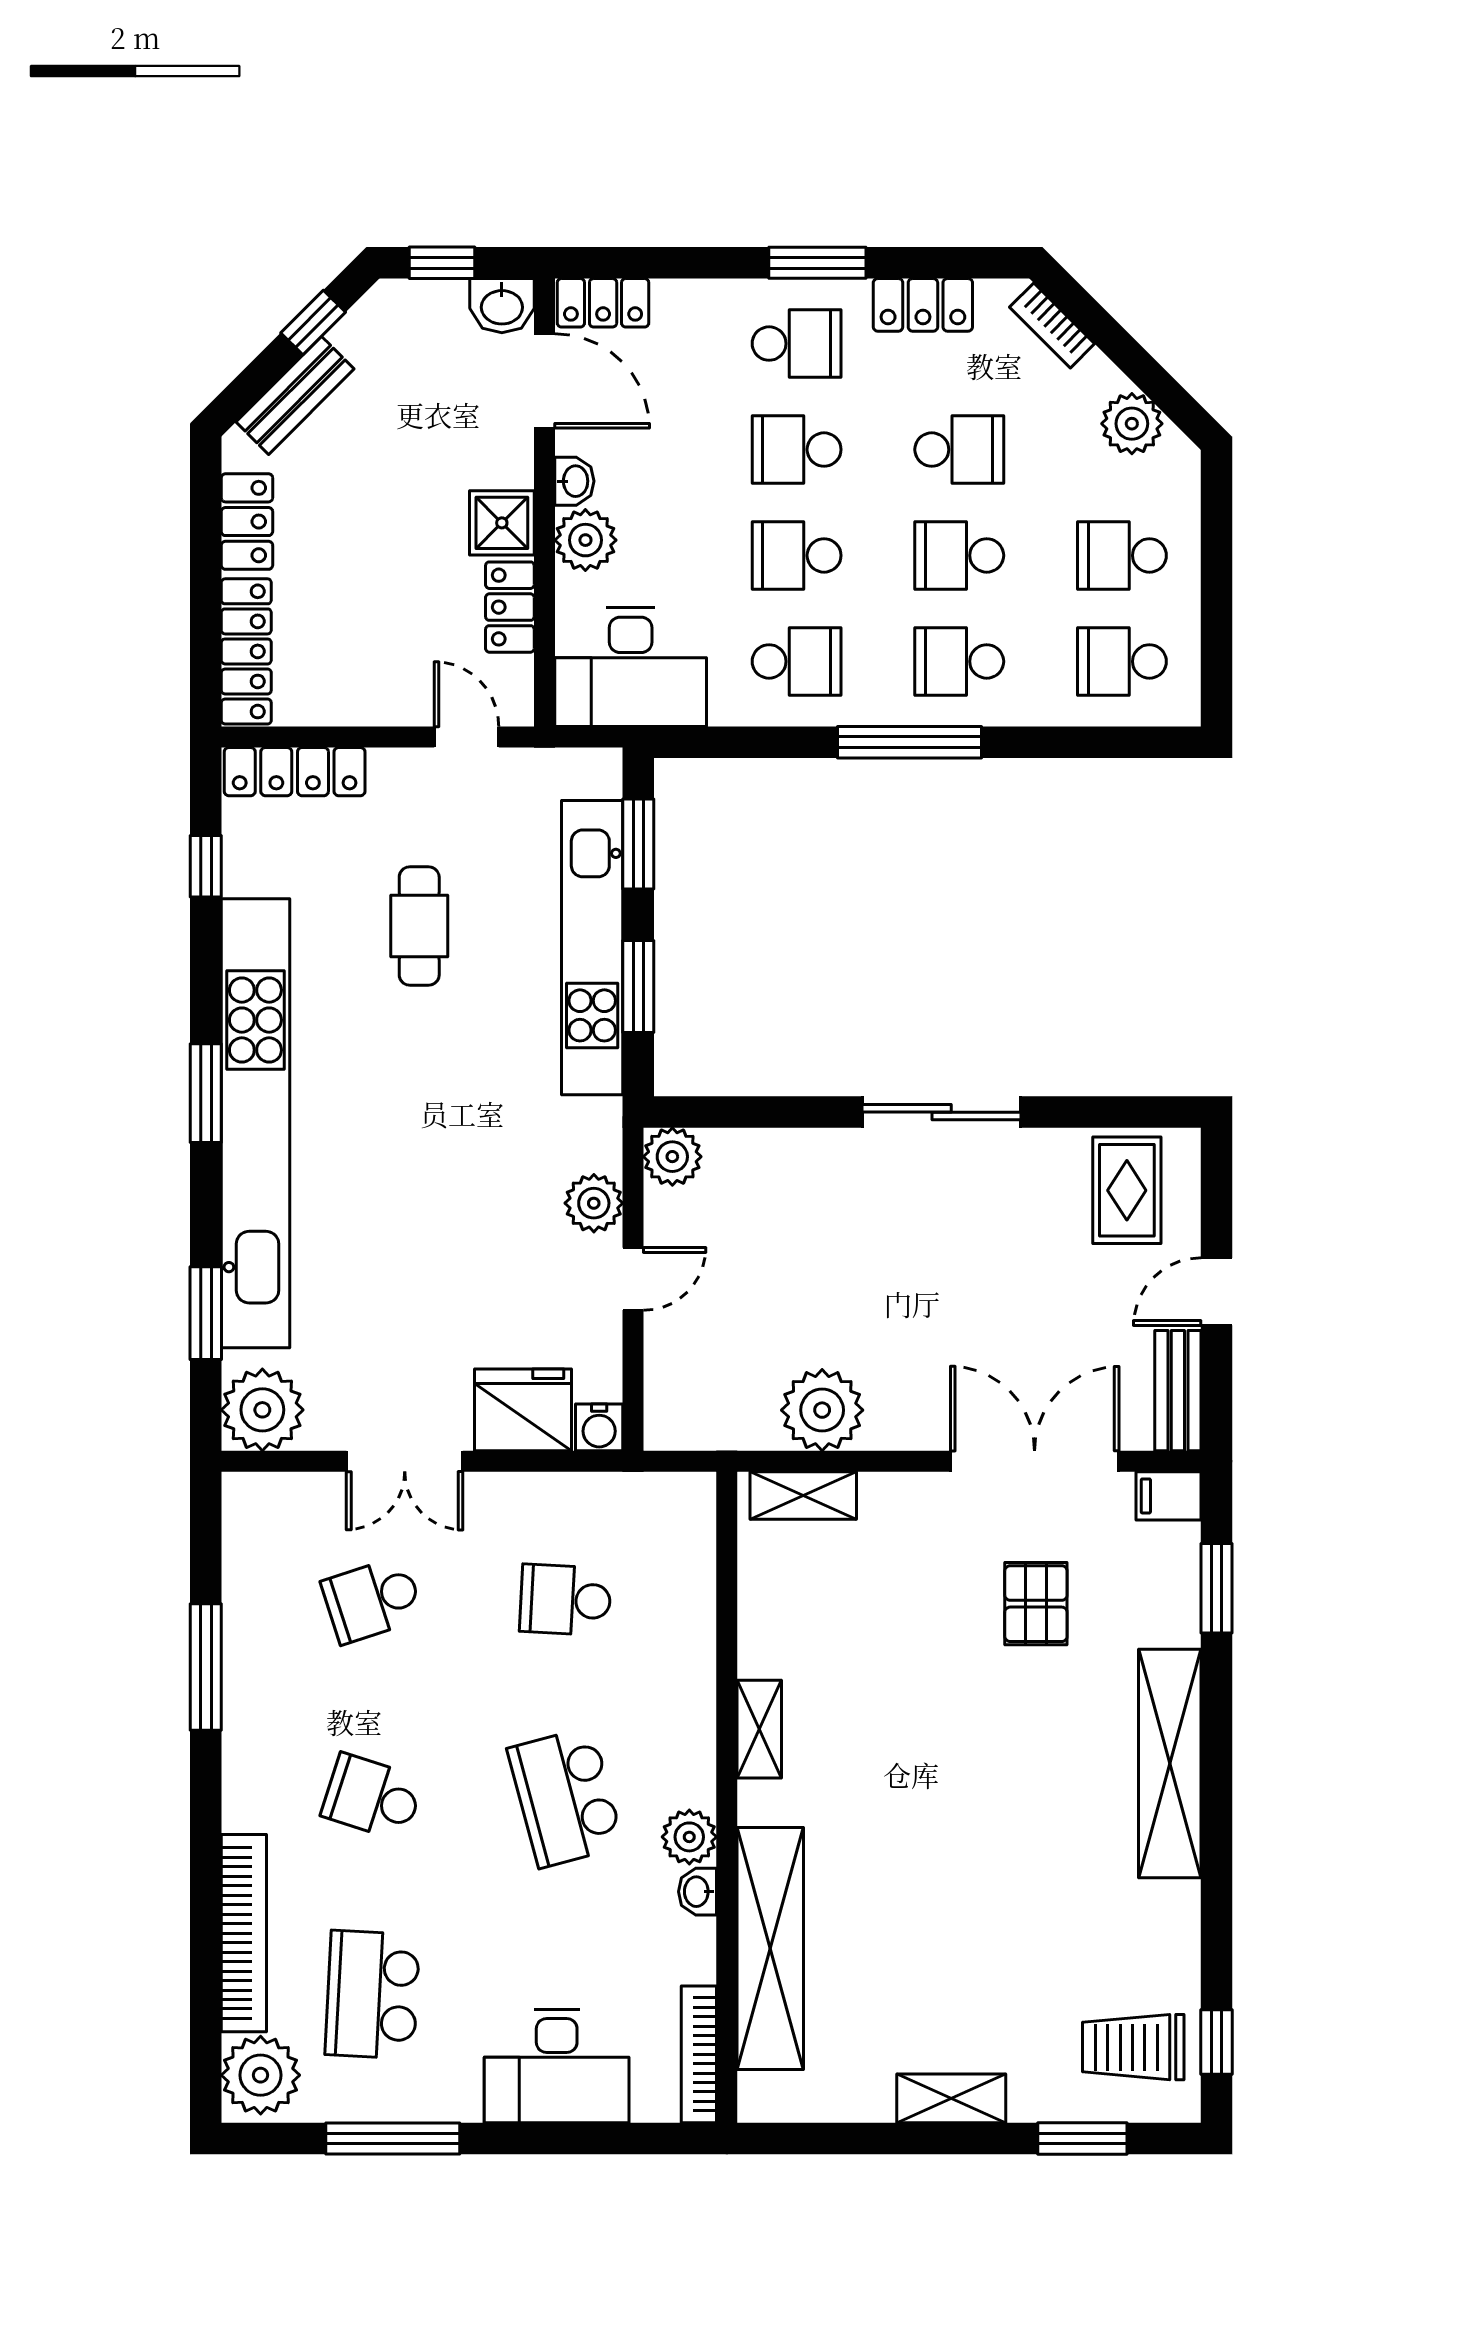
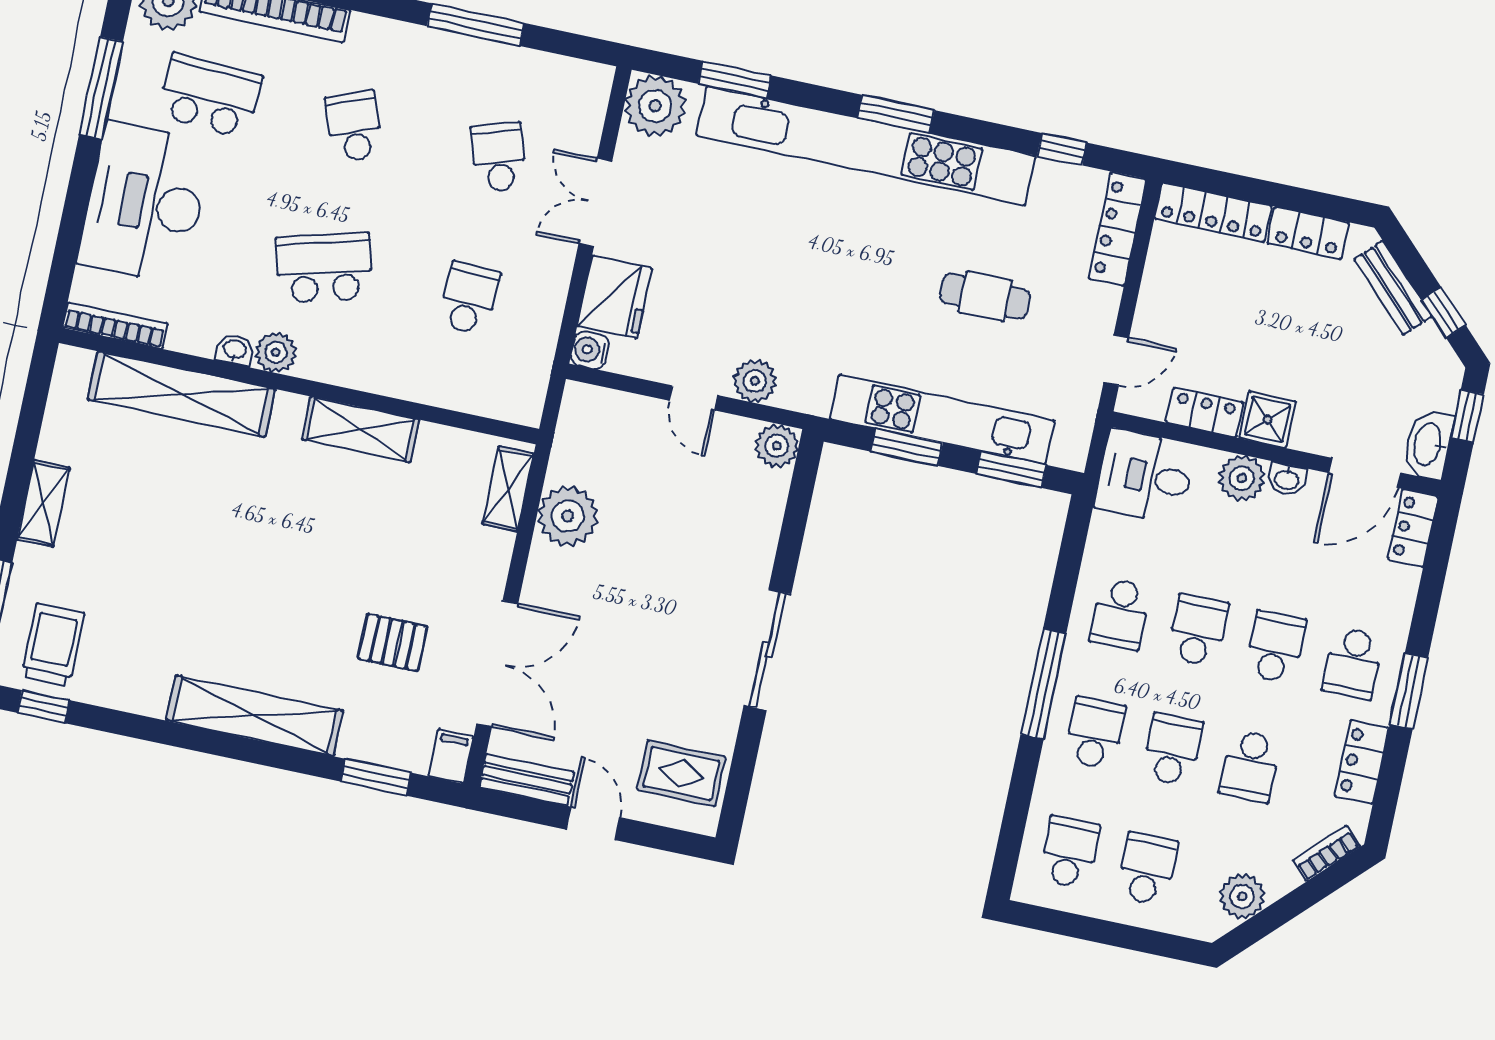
washbasin: (502, 306) -> (1429, 444), width x1.38
desk: (631, 667) -> (1145, 476), width x0.73
shelving: (759, 1729) -> (361, 430), width x1.50, depth x1.33
school desk: (372, 1797) -> (354, 126), turned -39
desk: (557, 2066) -> (145, 203), width x1.36, depth x1.30

